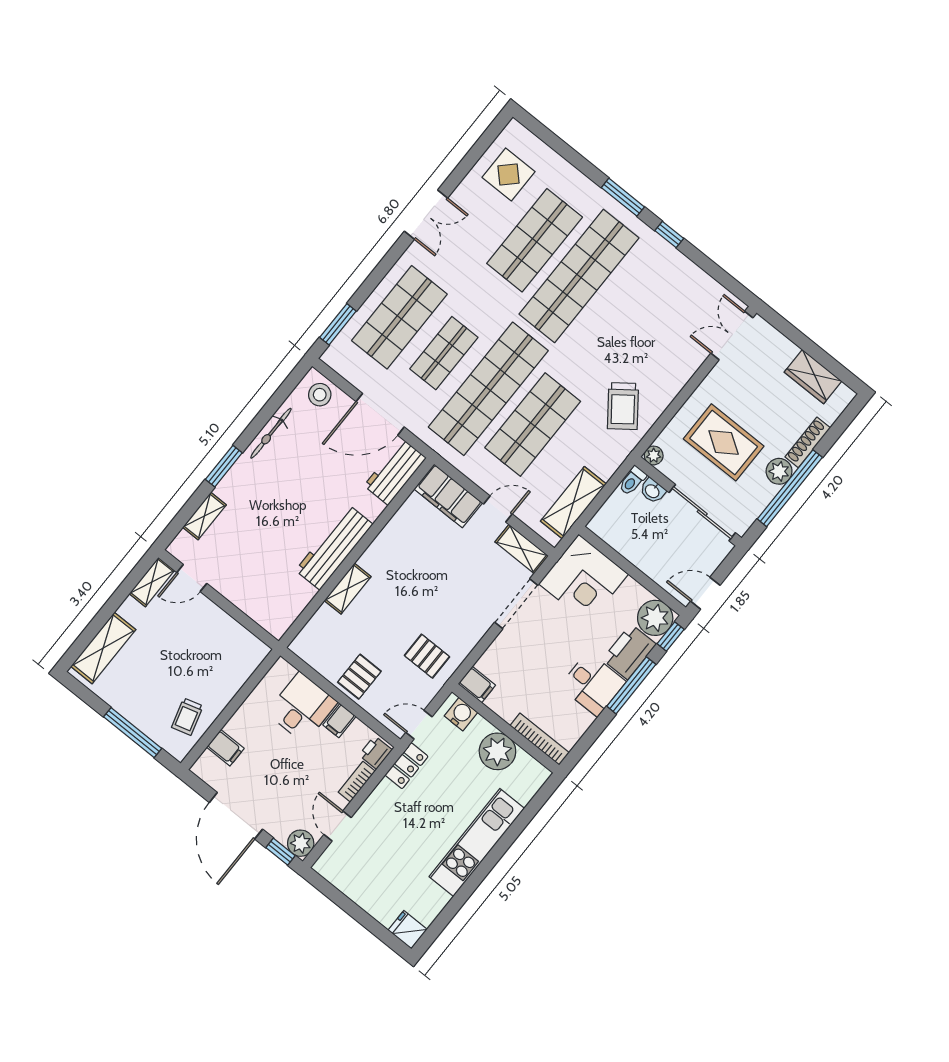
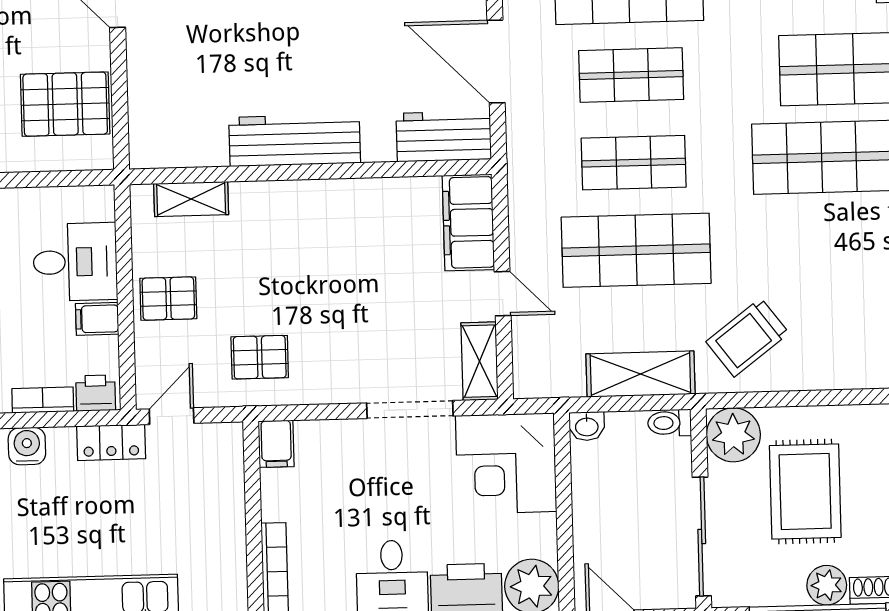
shop shelf: (488, 389) -> (634, 163), width x0.50, depth x0.74
plant: (654, 455) -> (733, 435), width x1.88, depth x1.88
washbasin: (653, 491) -> (587, 426), moved, turned -90
shelving: (573, 503) -> (640, 374), moved
shelving: (348, 589) -> (191, 199), moved
pallet: (220, 646) -> (65, 104), added
pallet: (427, 656) -> (260, 357), turned 90
water cooler: (461, 714) -> (27, 446), moved, turned -90
door: (419, 725) -> (172, 416), hinge flipped
plant: (497, 751) -> (218, 535), removed

